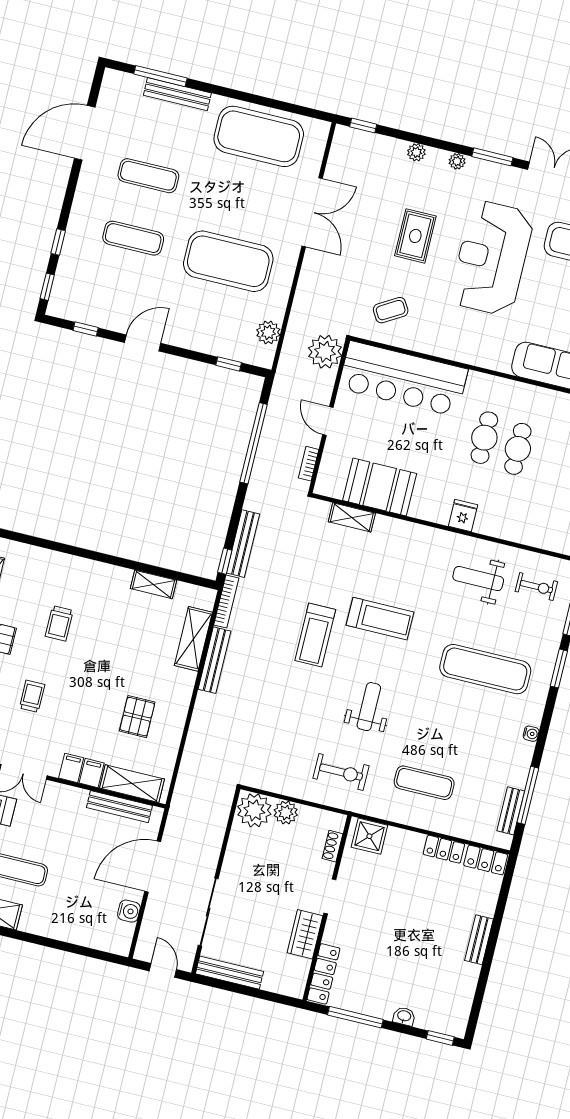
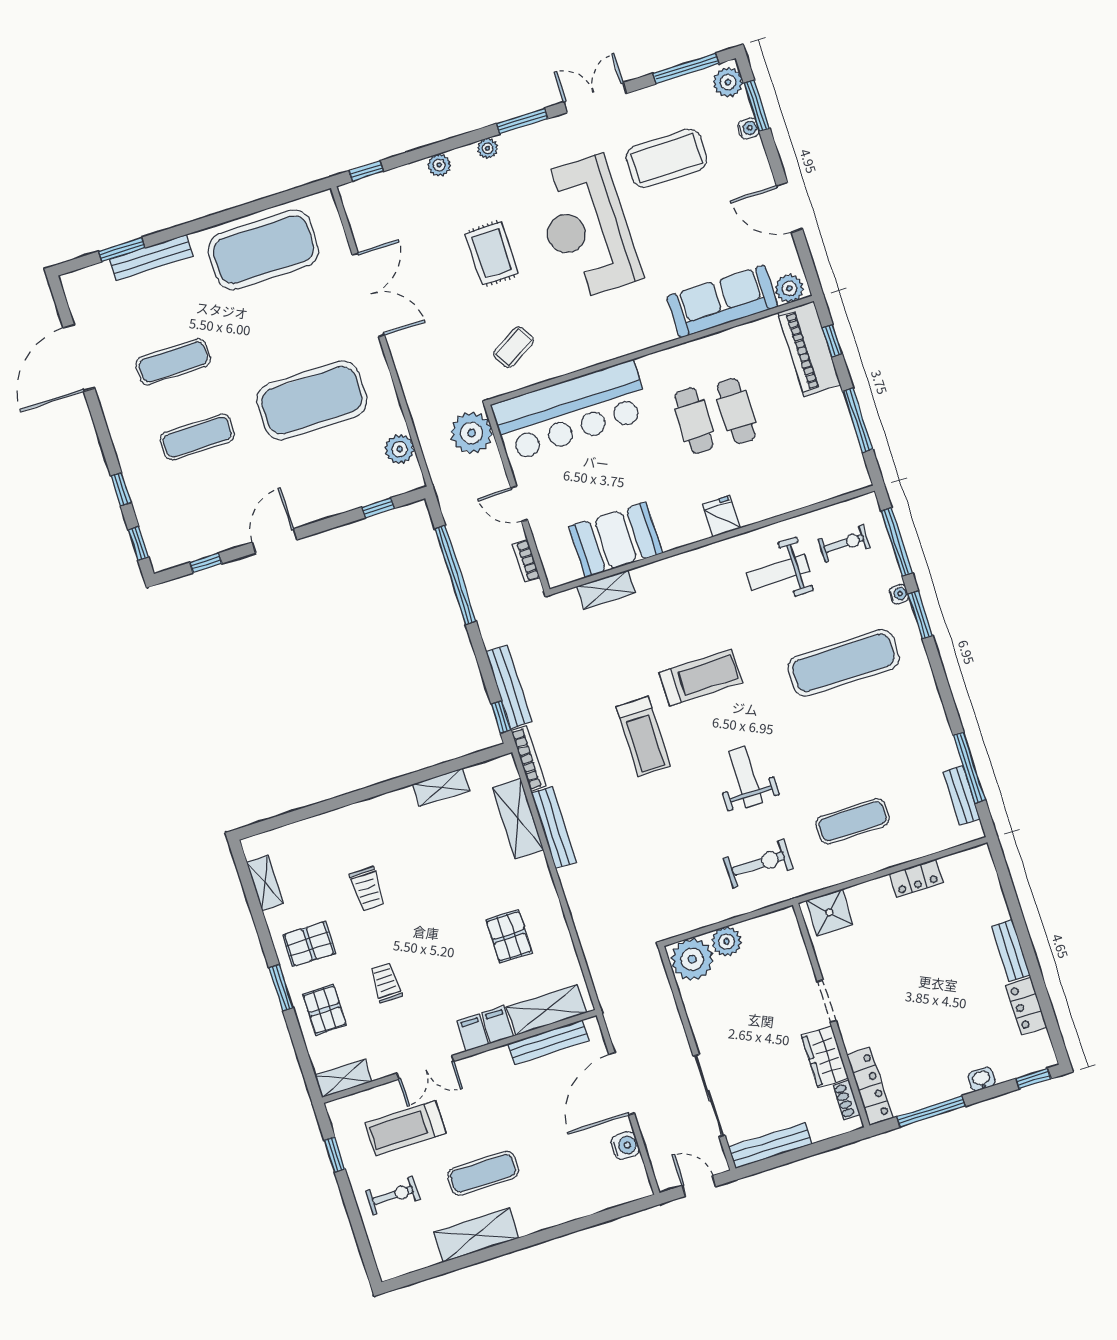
window: (160, 76) -> (122, 250), width x0.69
water cooler: (531, 734) -> (899, 594), moved
shoe rack: (333, 846) -> (846, 1100), moved
locker: (486, 860) -> (1026, 1006), moved, turned 90

